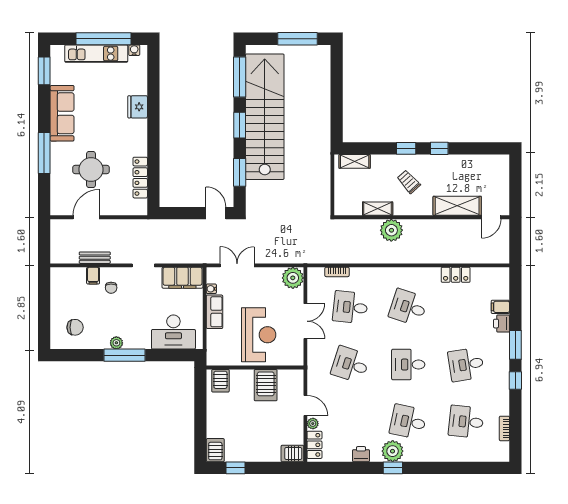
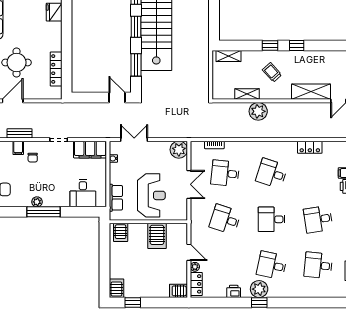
row of seats: (215, 312) -> (116, 198), moved
desk: (173, 332) -> (83, 193), width x0.73

